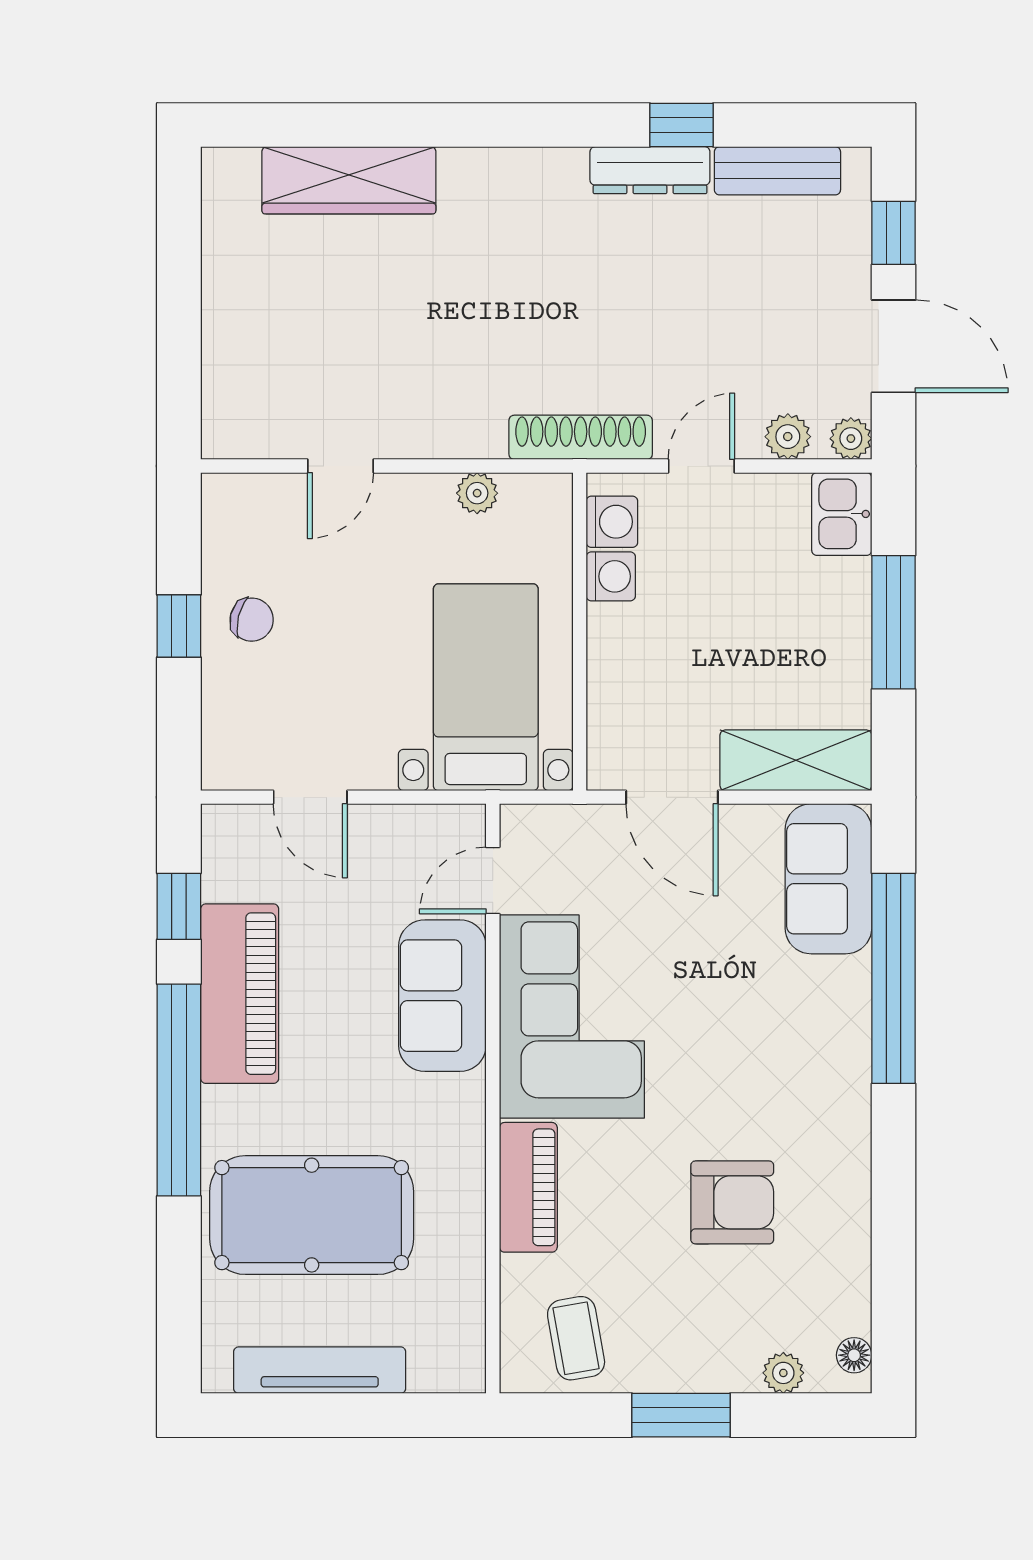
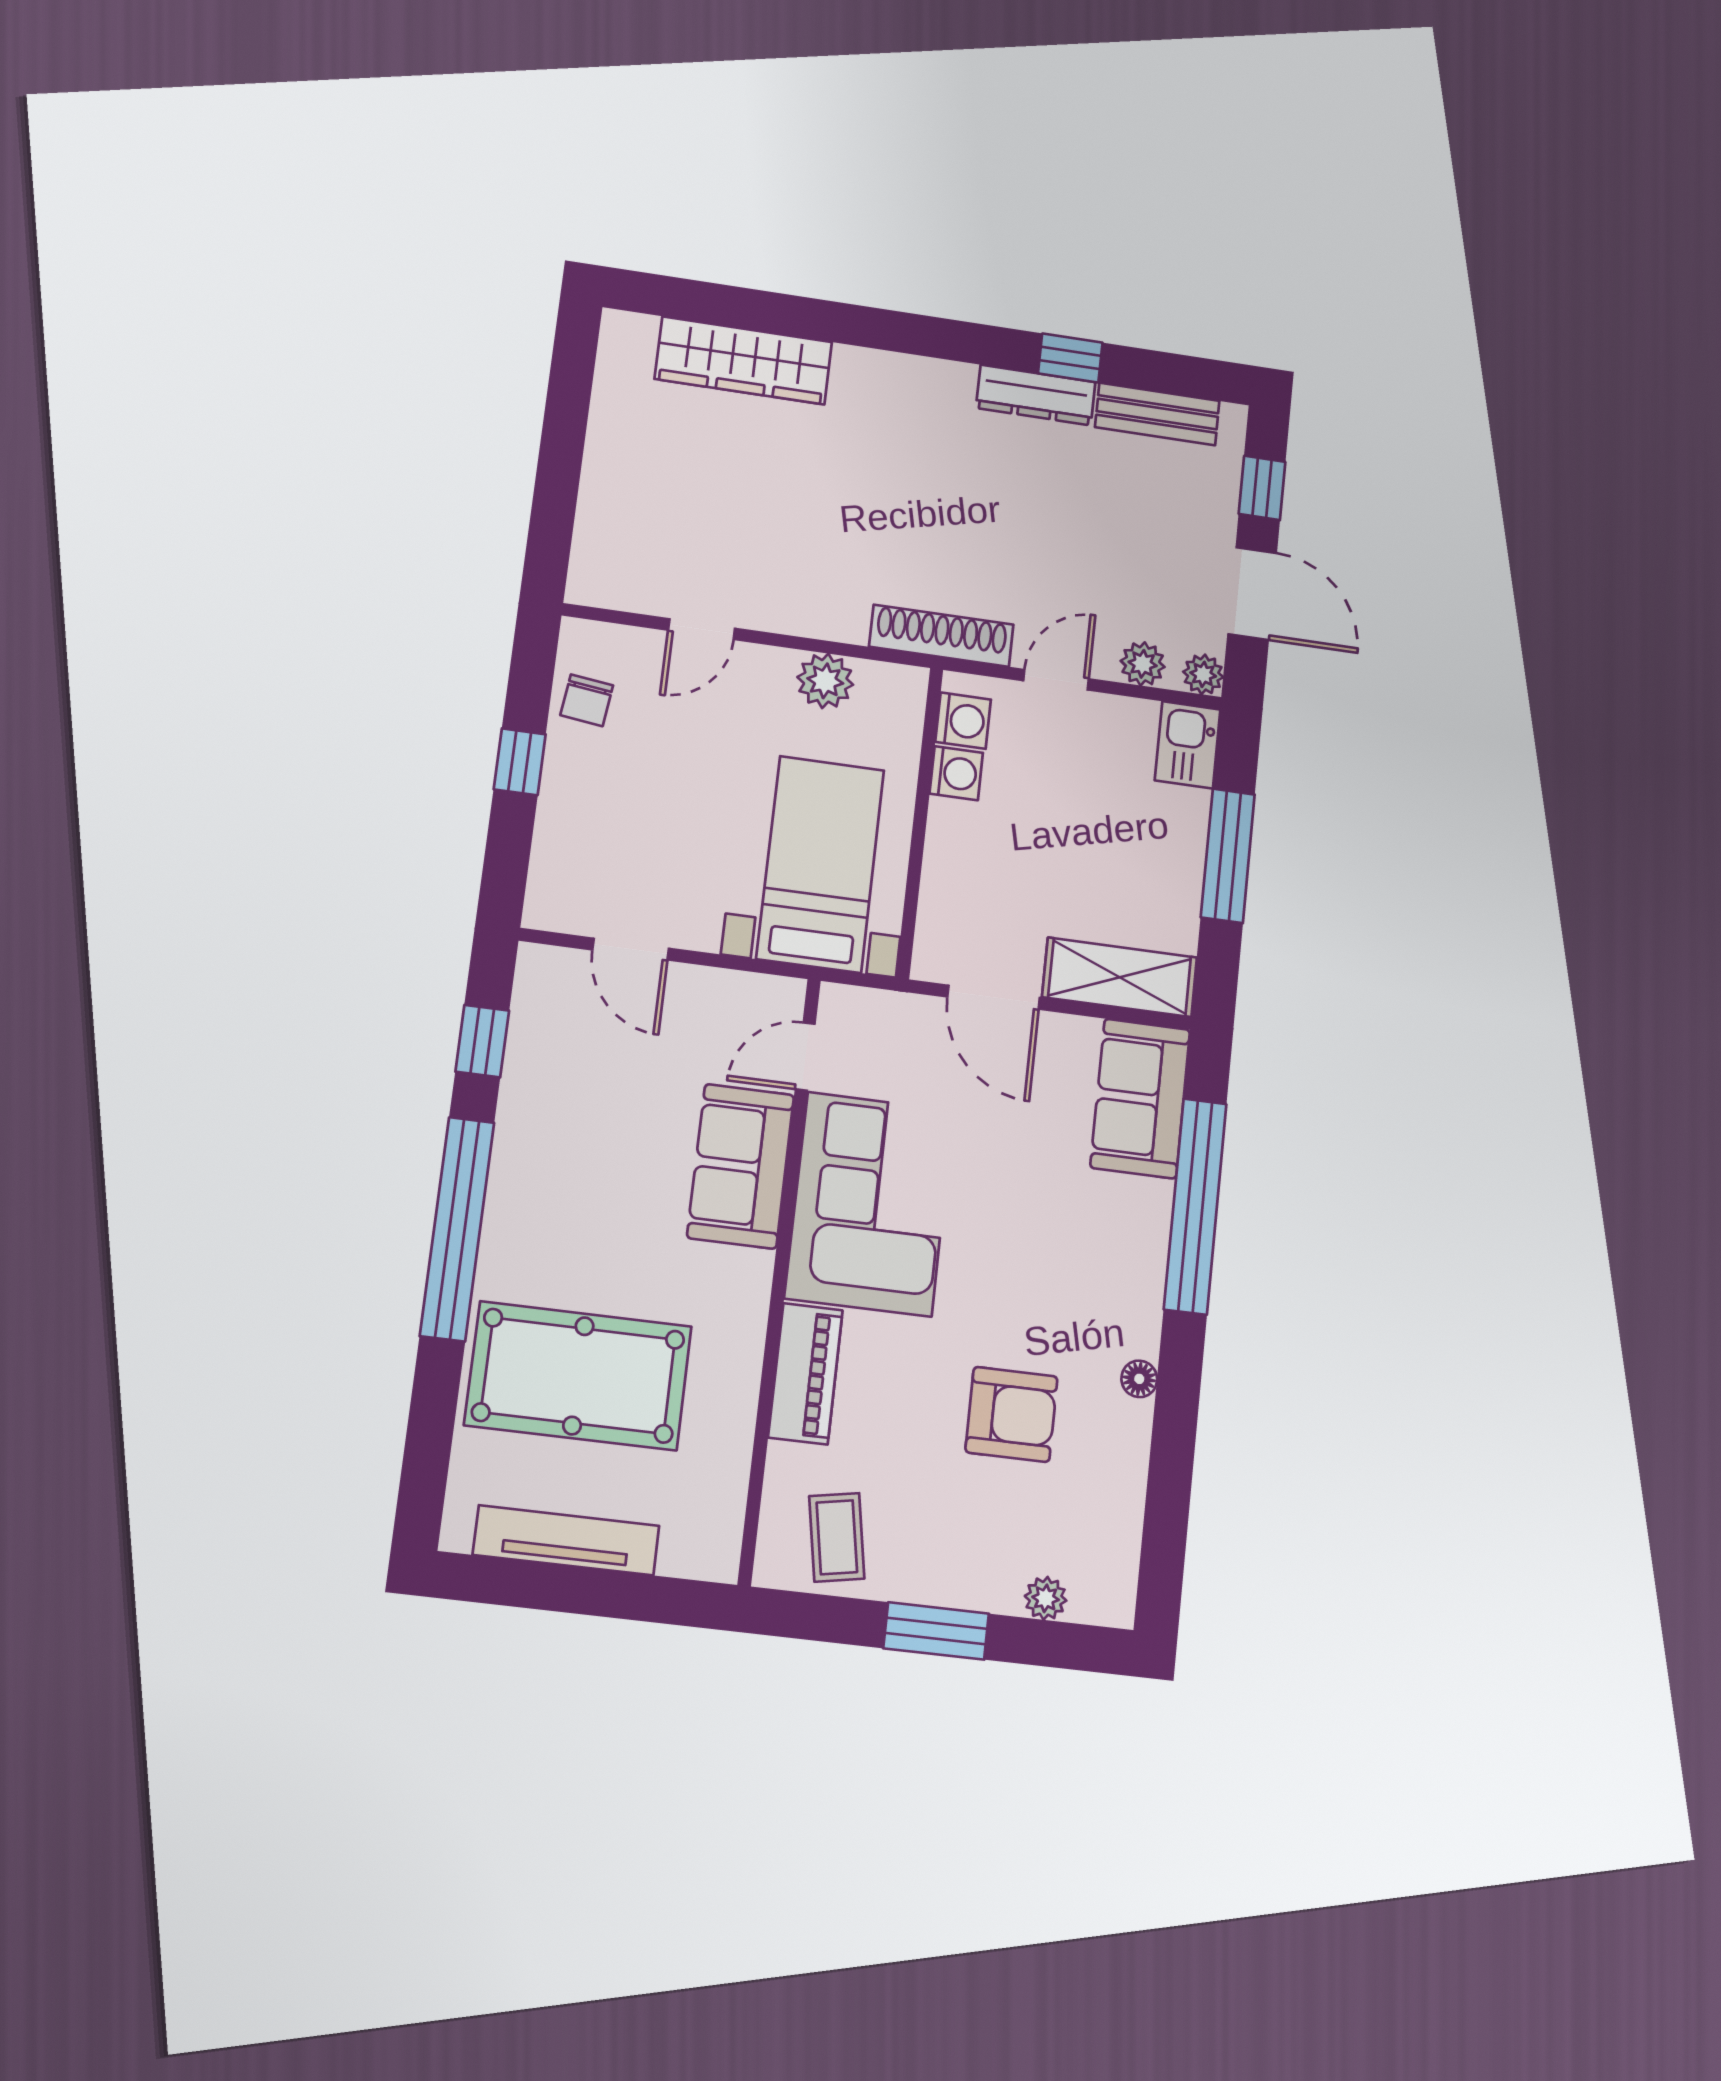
plant: (477, 493) -> (825, 681), width x1.38, depth x1.38
chair: (252, 620) -> (587, 700), moved, turned 83
piano: (240, 994) -> (533, 1138), removed
floor lamp: (854, 1355) -> (1139, 1379), moved

